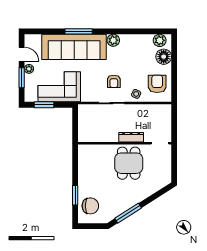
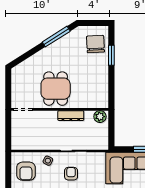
plant: (86, 136) -> (100, 117), added
dresser: (131, 137) -> (71, 116), moved
chair: (90, 206) -> (95, 44), turned 87

